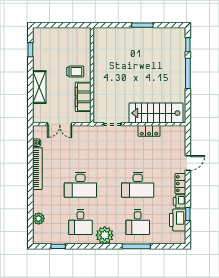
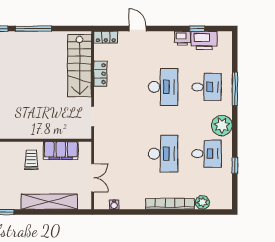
shelving: (39, 87) -> (49, 202), width x1.47
bookcase: (37, 169) -> (170, 204), moved
locker: (180, 184) -> (106, 37), moved
window: (58, 246) -> (235, 165), moved

